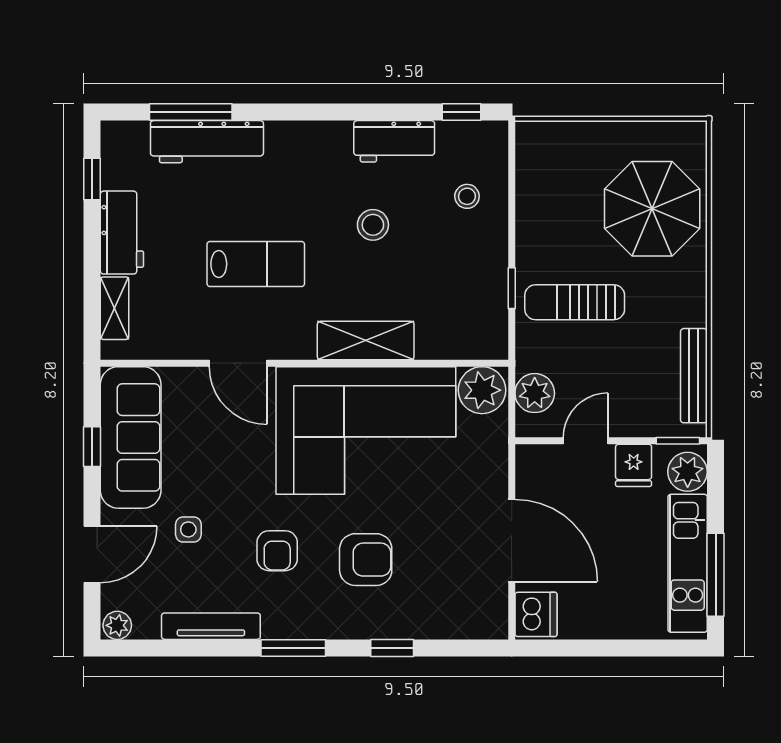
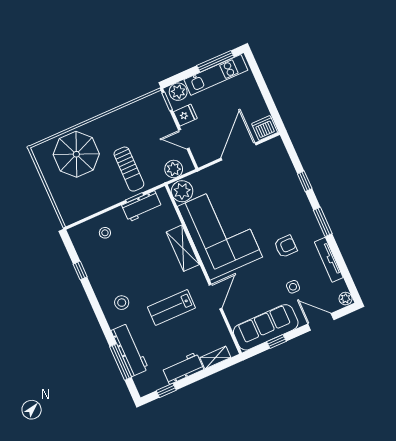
window: (462, 112) -> (80, 270), moved
workbench: (394, 141) -> (142, 206), moved, turned 90
stool: (373, 225) -> (122, 303), moved
lab bench: (256, 264) -> (171, 307), turned -90
bench: (694, 376) -> (137, 107), removed
armchair: (366, 560) -> (273, 208), removed

